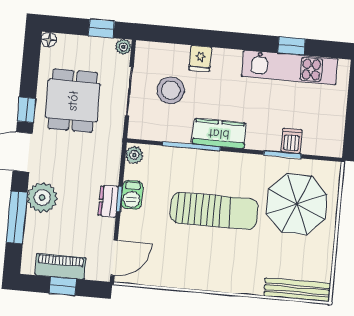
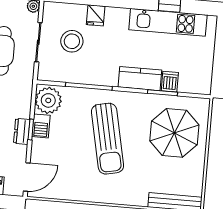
kitchen counter: (219, 134) -> (140, 79), moved
plant: (134, 155) -> (48, 100), width x1.87, depth x1.87
sun lounger: (214, 211) -> (107, 139), turned 78

